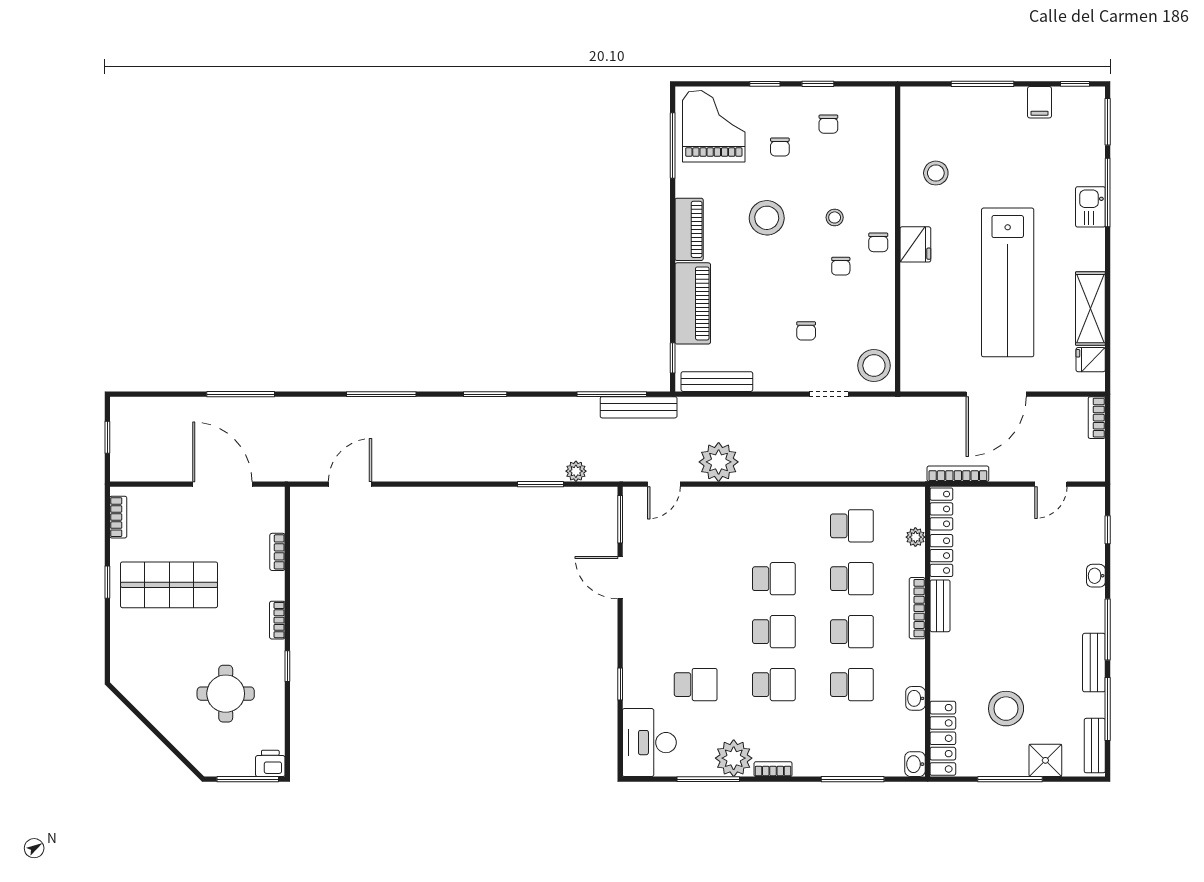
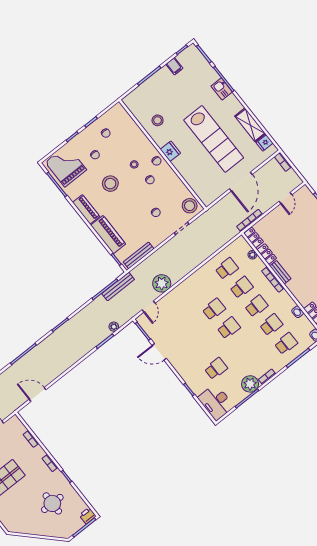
door: (350, 484) -> (38, 394), hinge flipped
school desk: (774, 685) -> (286, 343), moved

